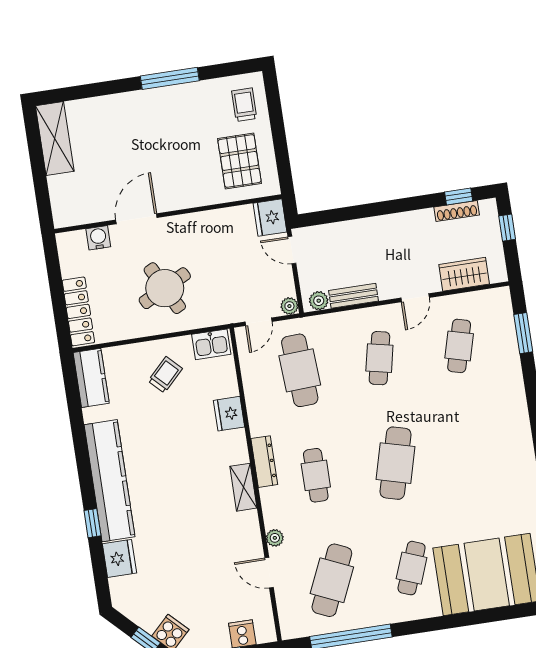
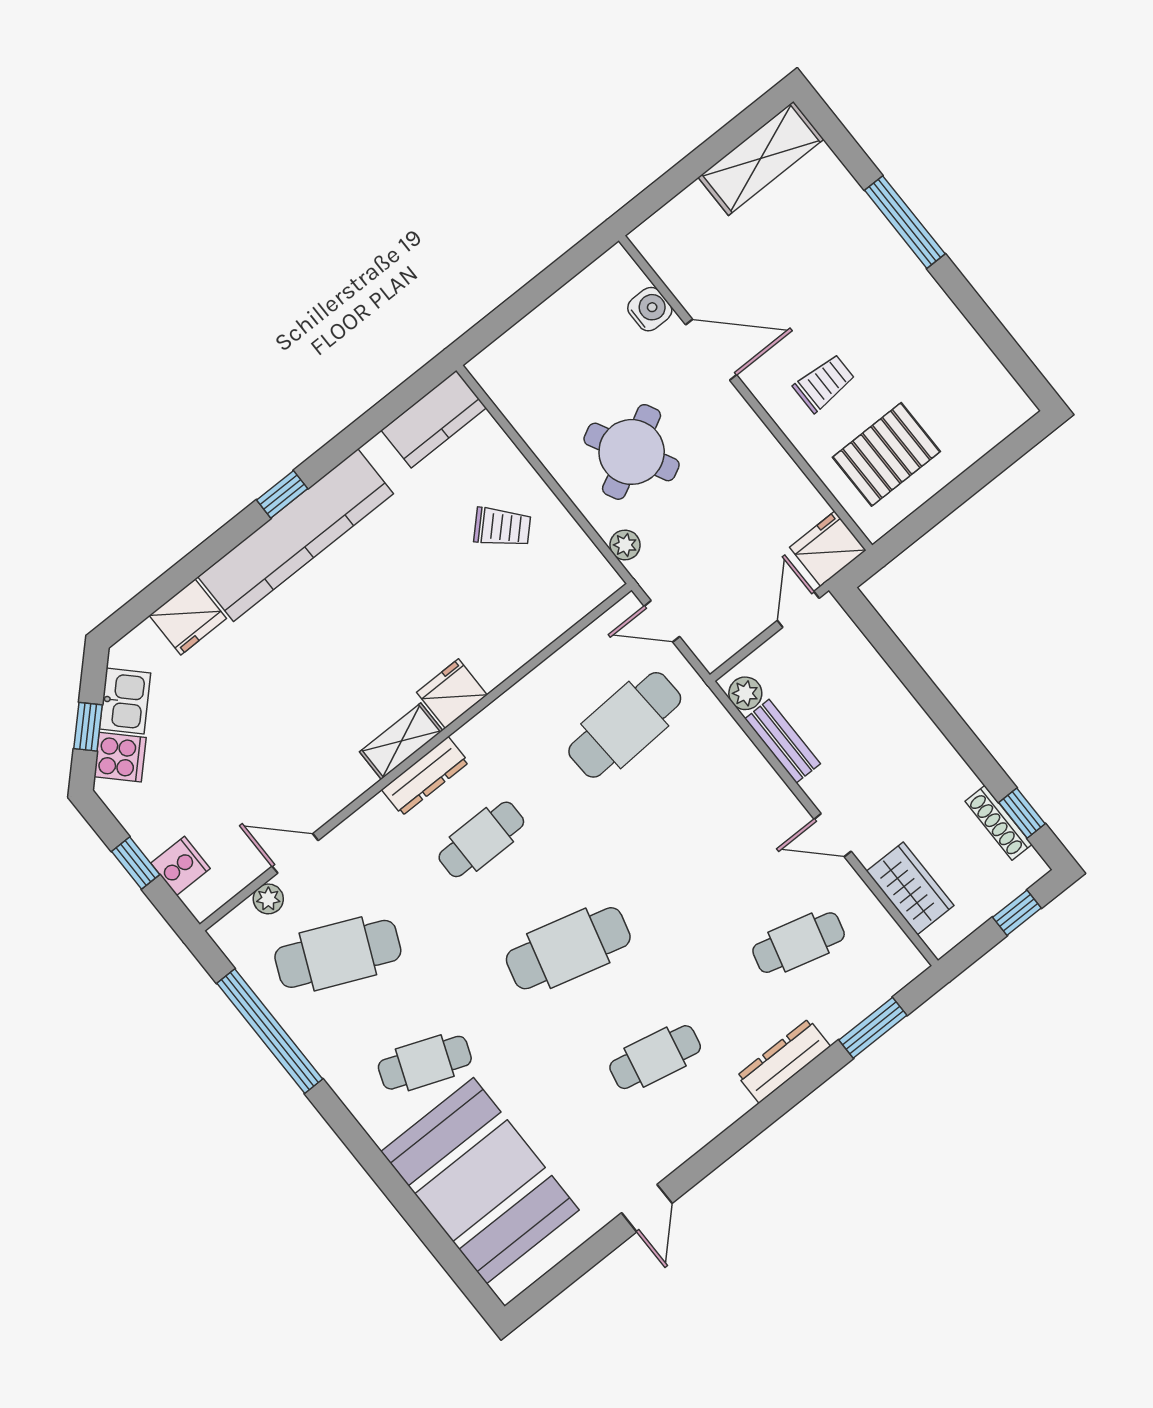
window: (170, 78) -> (905, 222), moved
trolley: (244, 105) -> (824, 383), moved
plant: (289, 306) -> (625, 545), moved
locker: (78, 311) -> (522, 343), removed
kitchen sink: (211, 344) -> (125, 701), moved, turned -135
cafe table: (379, 358) -> (655, 1057), moved
dresser: (514, 387) -> (784, 1061), added
fridge: (229, 414) -> (452, 694), moved
dresser: (264, 462) -> (425, 776), moved
window: (92, 523) -> (282, 494), moved
plant: (275, 538) -> (268, 899), moved
door: (269, 573) -> (295, 853), hinge flipped

